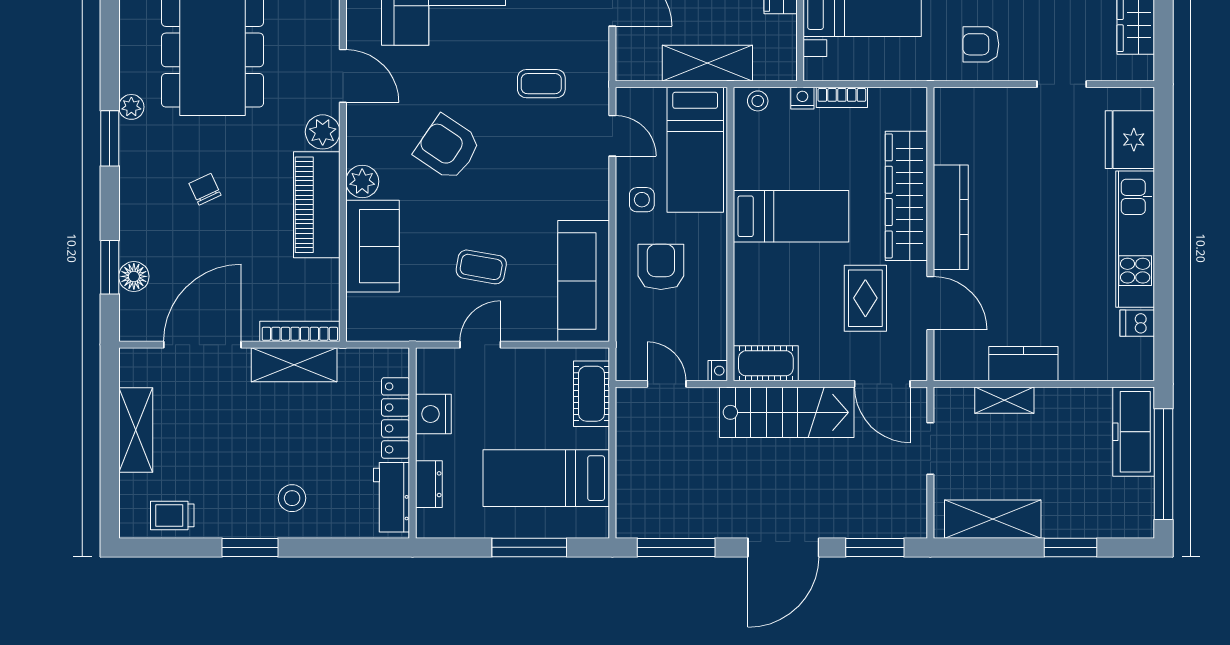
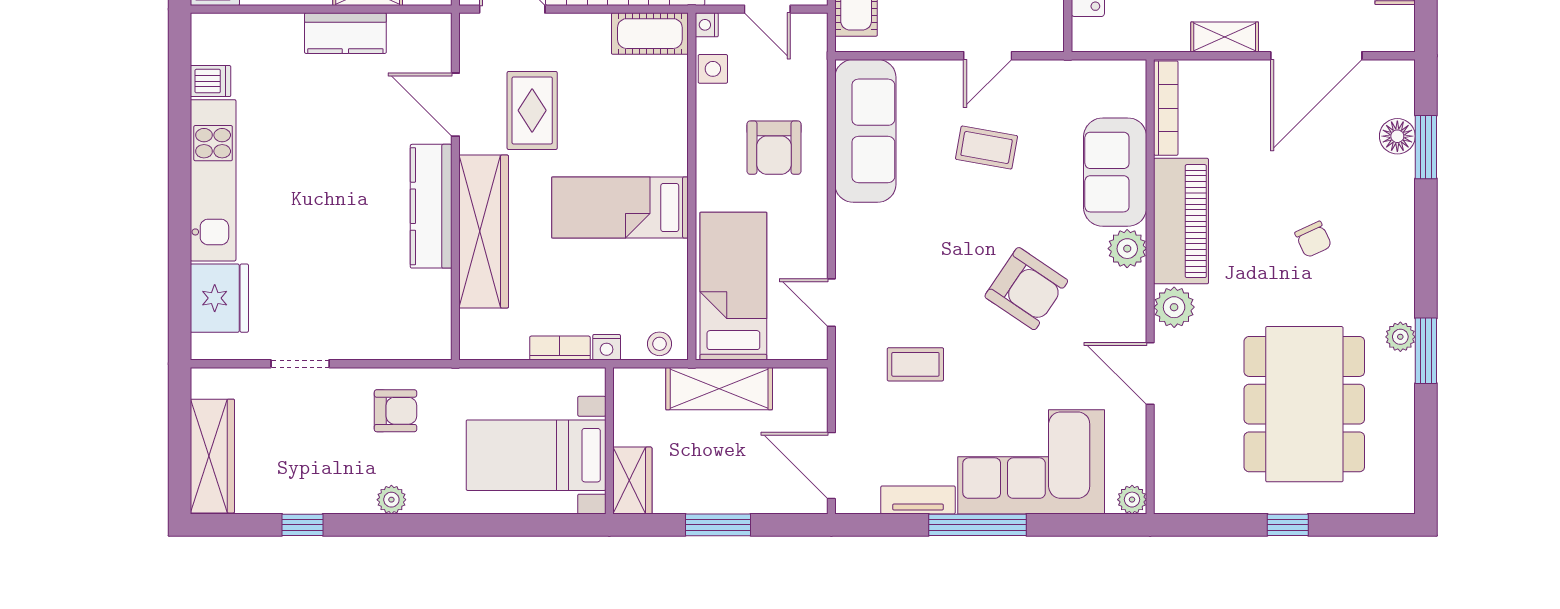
window: (110, 138) -> (1426, 351), moved
side table: (642, 200) -> (713, 69), moved
bookcase: (300, 331) -> (1166, 108), moved, turned -90
shelving: (294, 365) -> (1225, 37), width x0.67, depth x0.75

